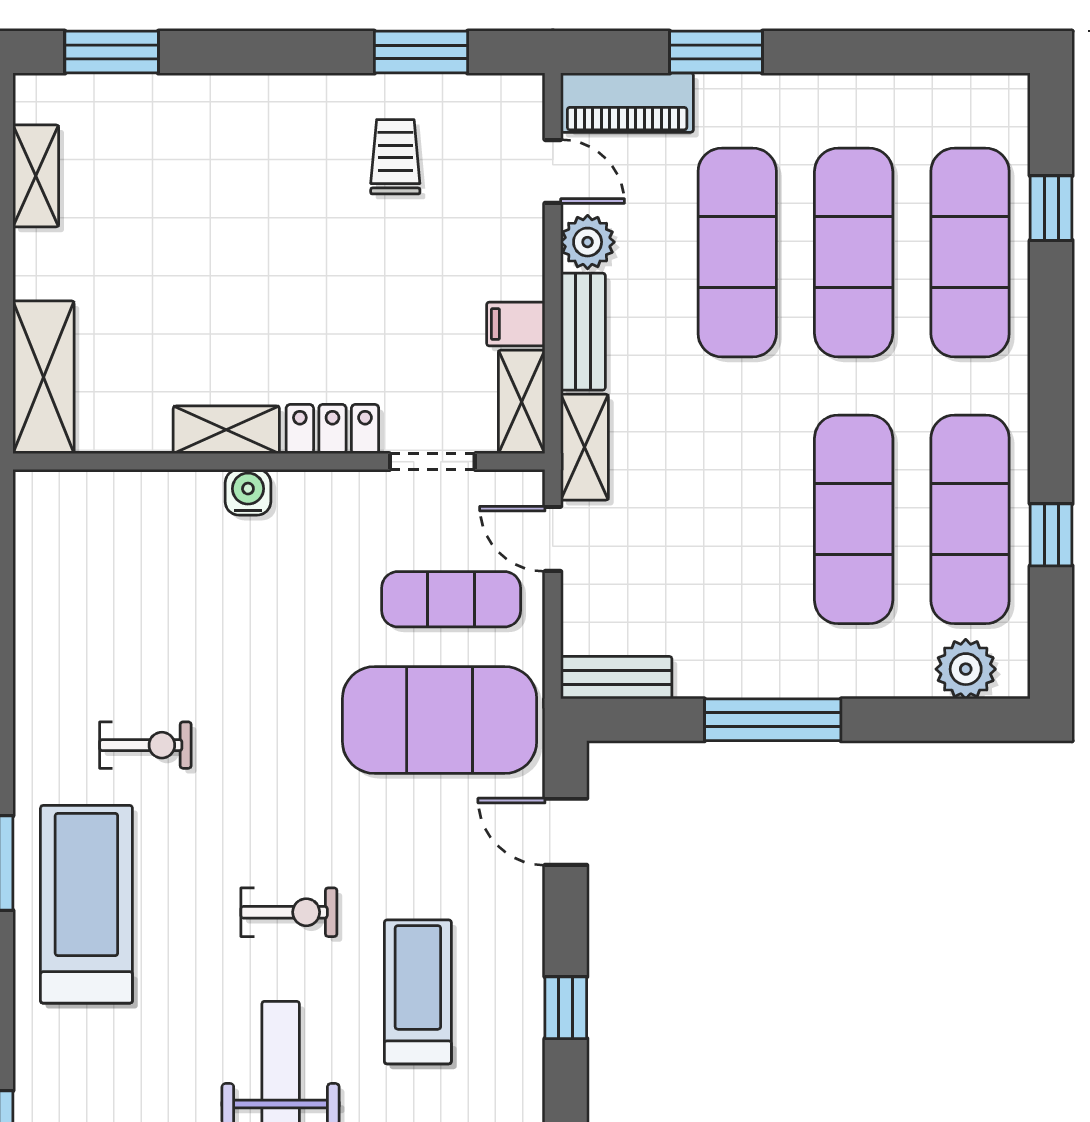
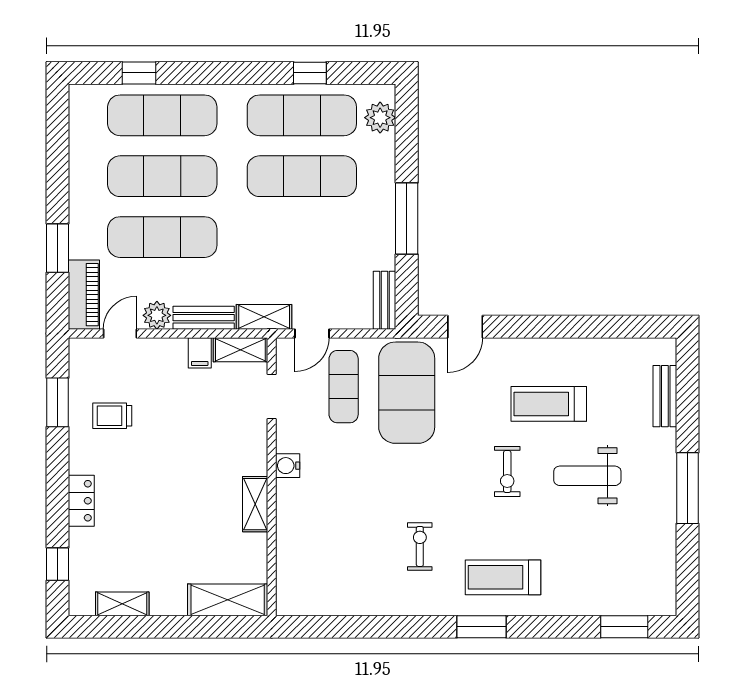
window: (112, 52) -> (57, 564), width x0.67
locker: (332, 429) -> (81, 501), moved, turned 180
water cooler: (248, 492) -> (288, 466), moved
treadmill: (86, 904) -> (503, 577), width x0.73, depth x0.73
exercise bike: (289, 912) -> (507, 471), turned 180
window: (566, 1008) -> (557, 327), removed

